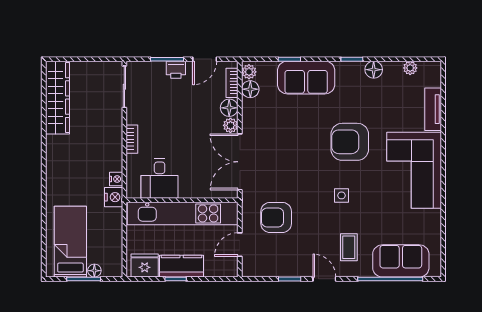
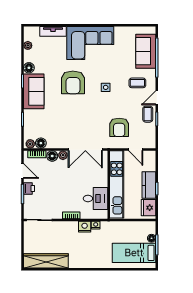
sofa: (306, 78) -> (34, 91), moved
nightstand: (114, 197) -> (85, 227), moved
coffee table: (298, 264) -> (148, 114), added

